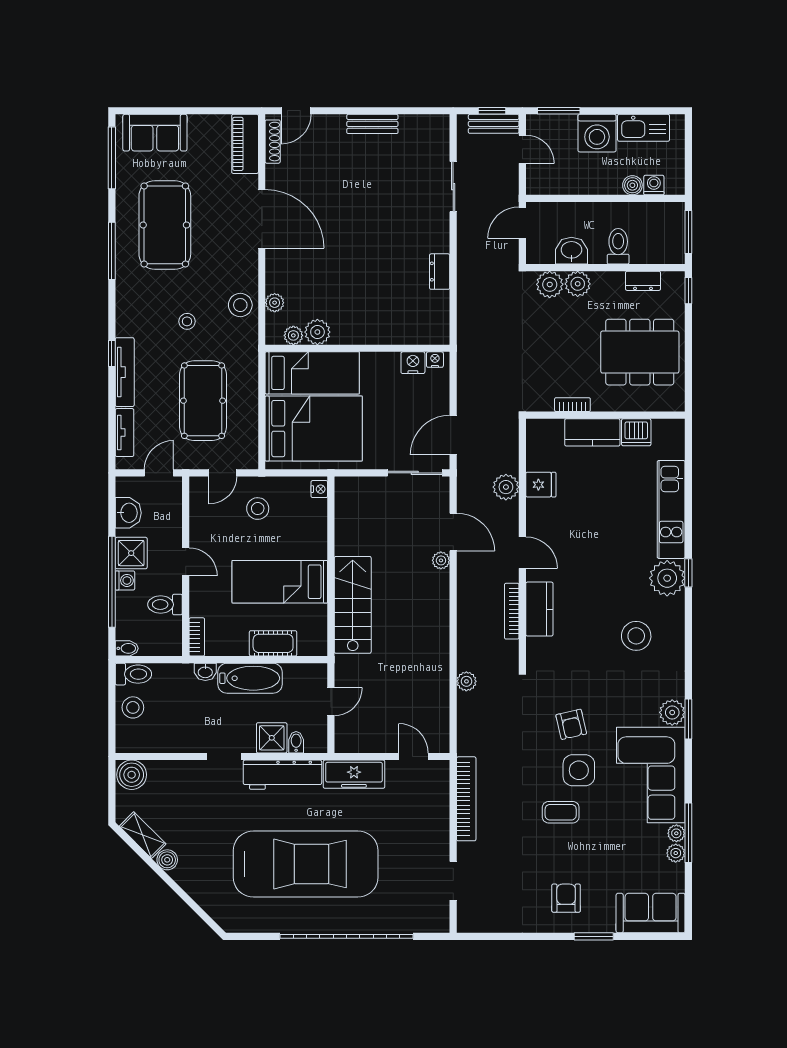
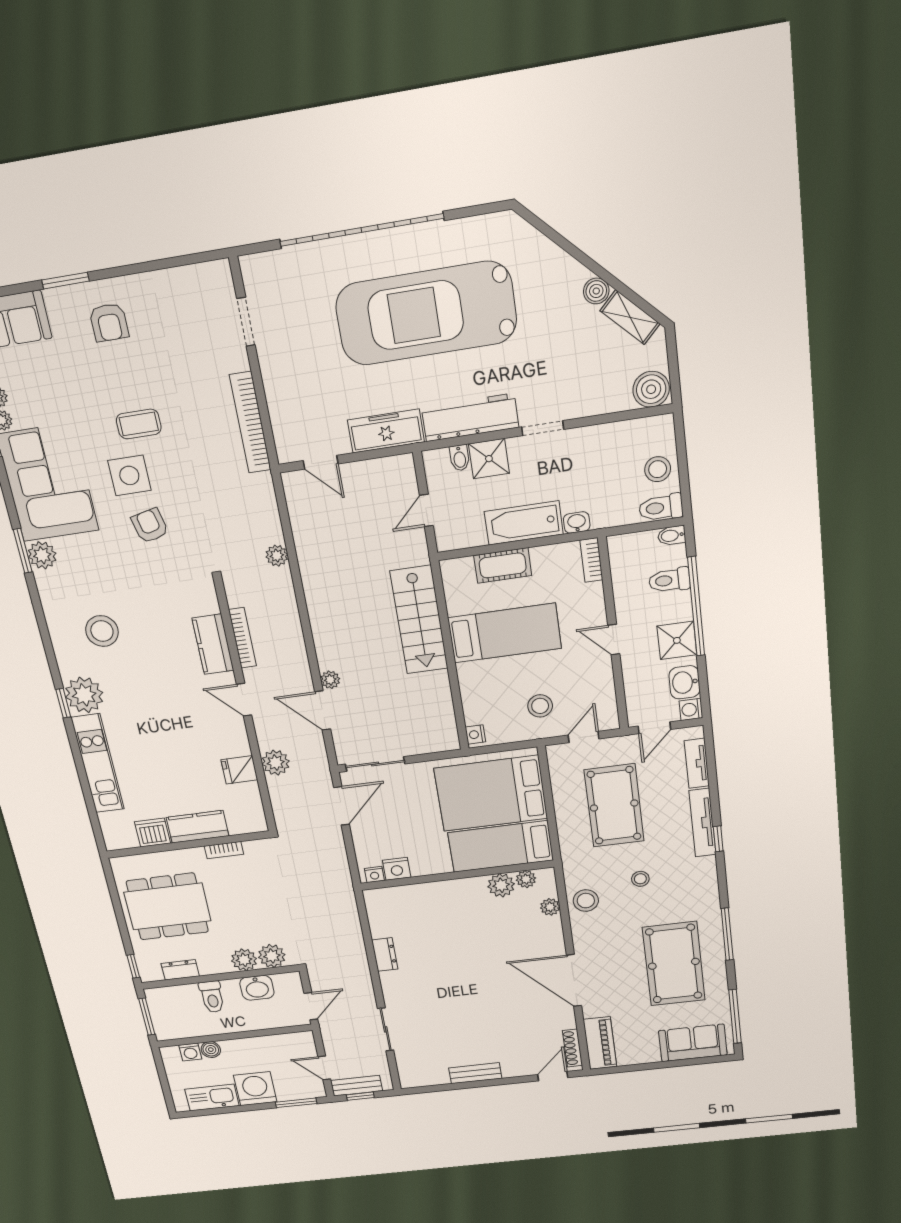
washing machine: (125, 580) -> (691, 710), moved
toilet: (165, 605) -> (669, 580), moved, turned 180

